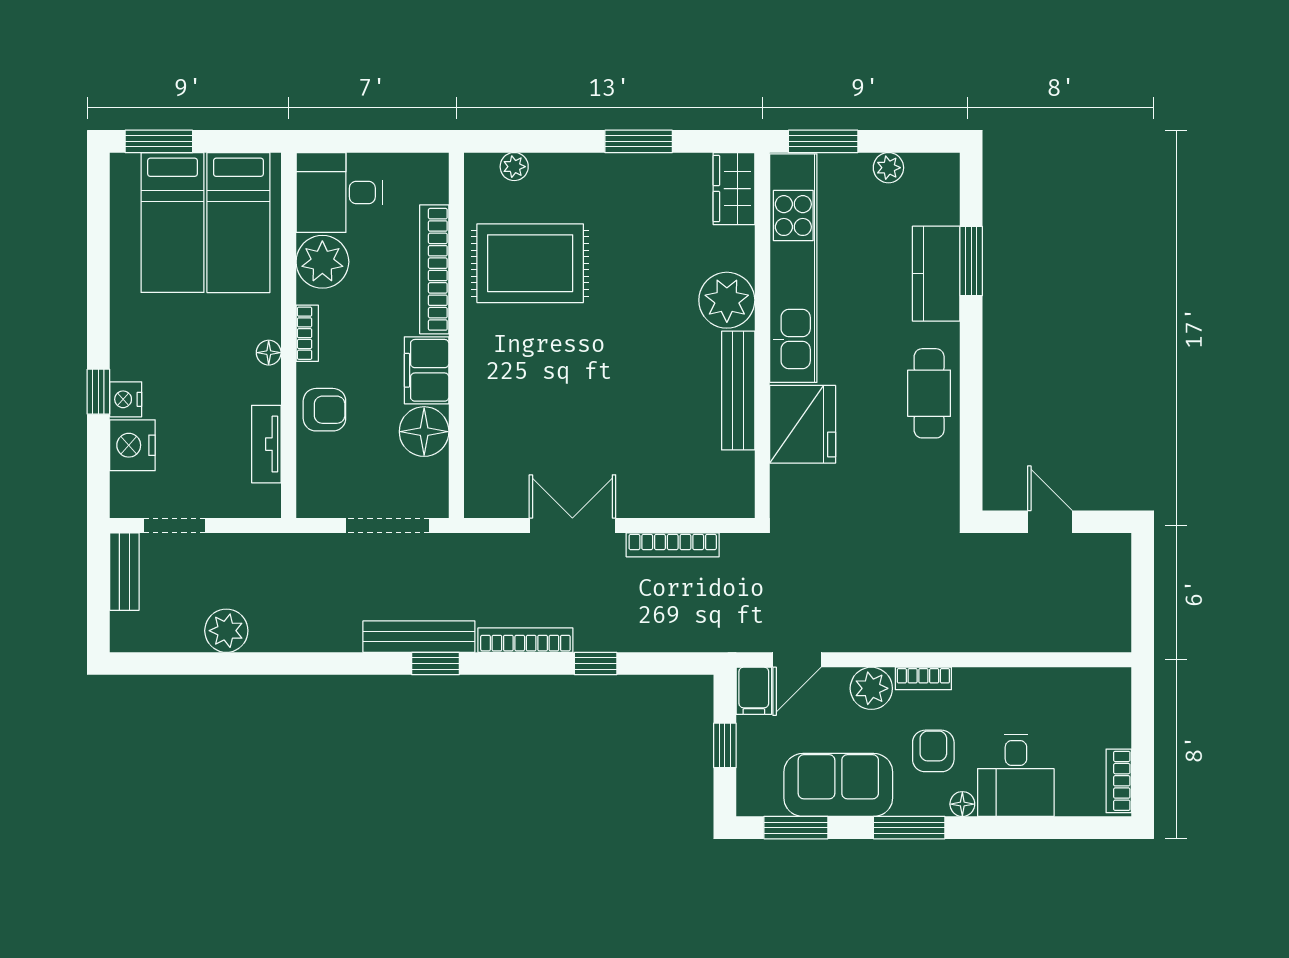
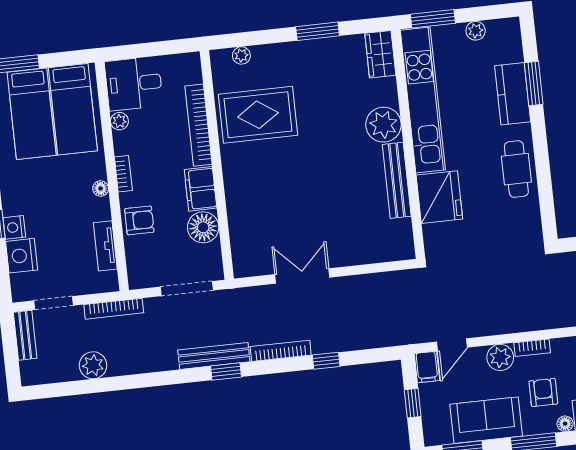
plant: (322, 262) -> (119, 121), width x0.53, depth x0.53
bookcase: (673, 545) -> (114, 309), moved

